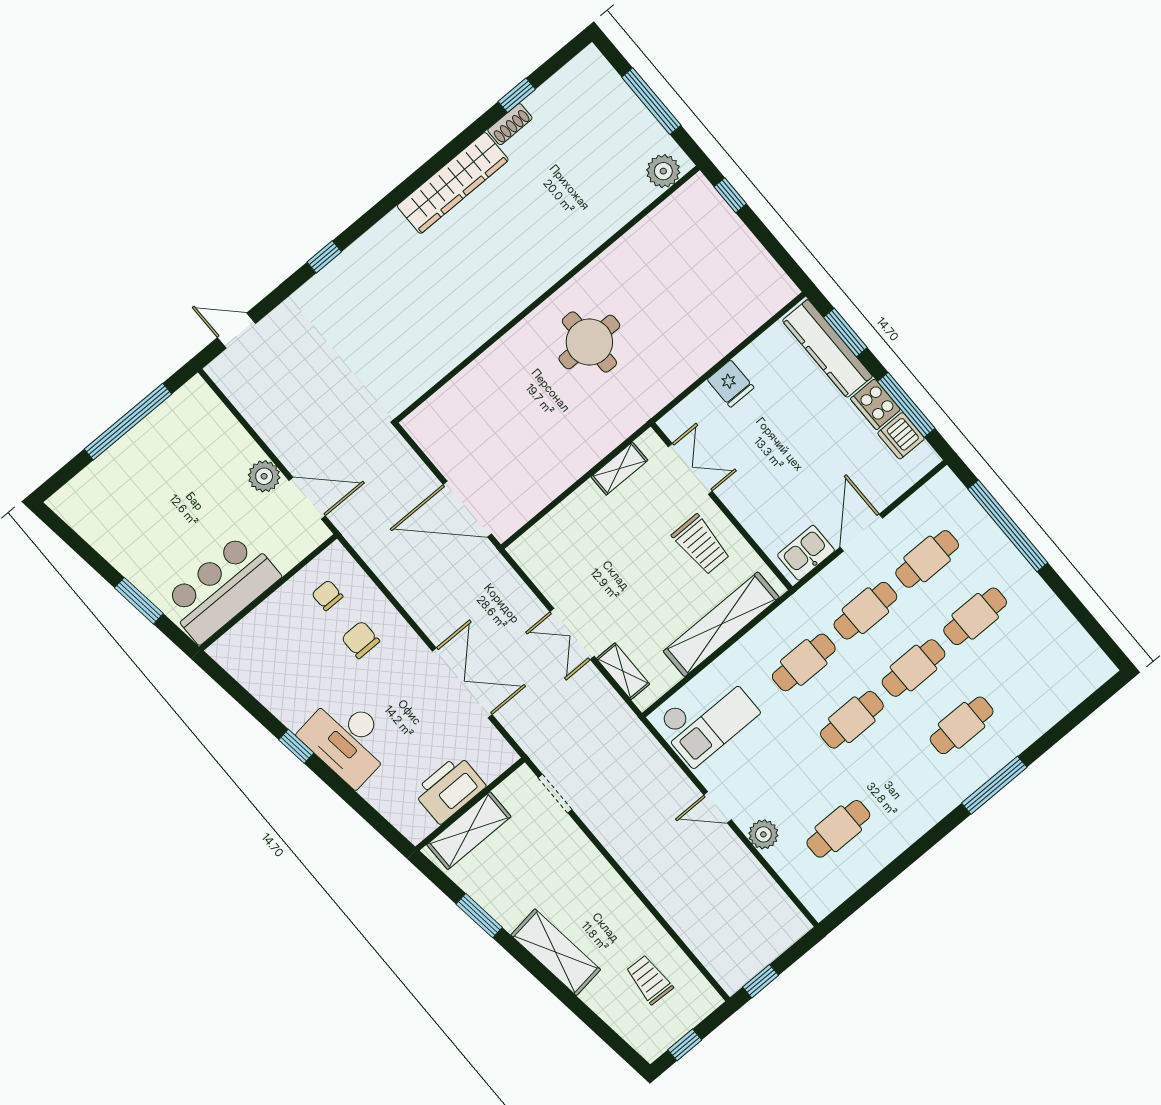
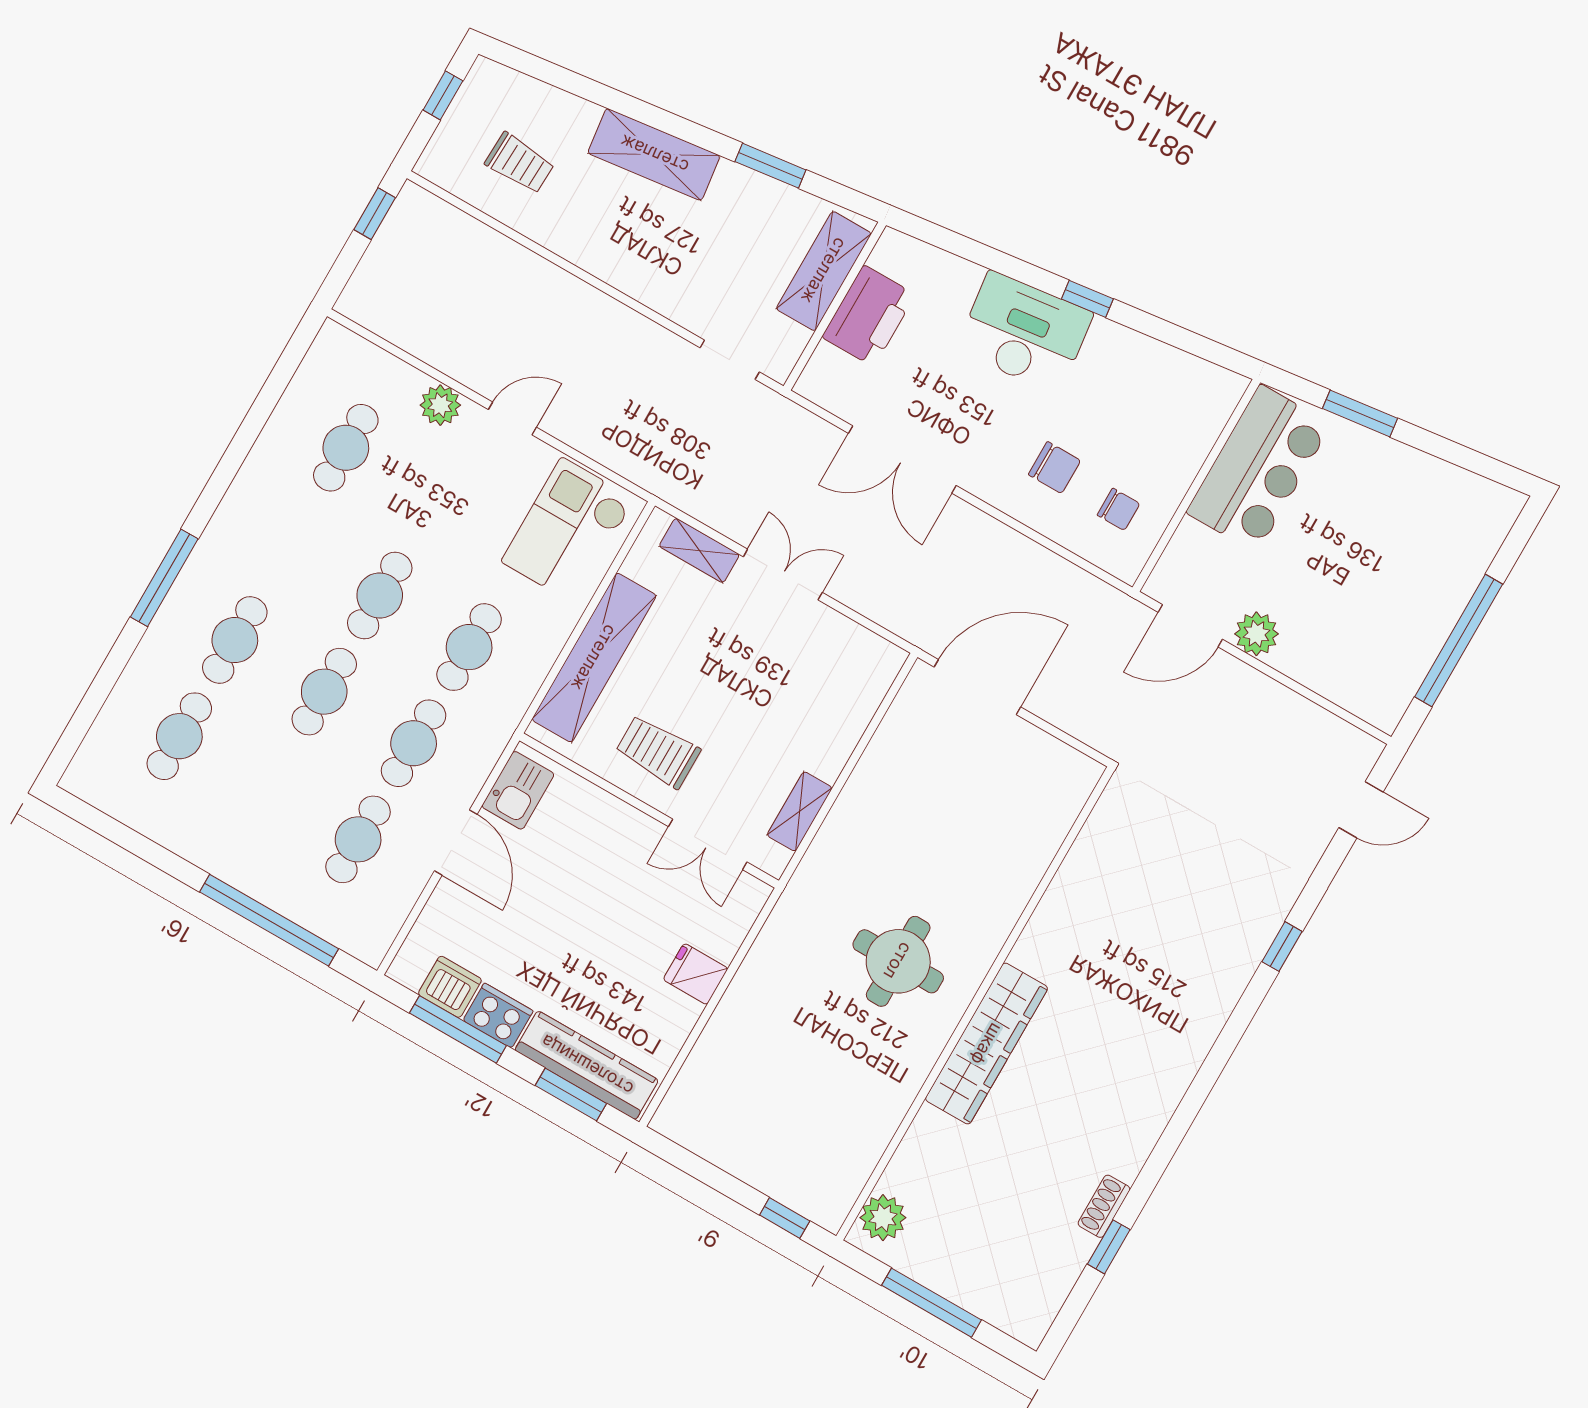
wardrobe: (453, 183) -> (987, 1044), moved, turned 180
cafe table: (975, 616) -> (179, 736), moved

